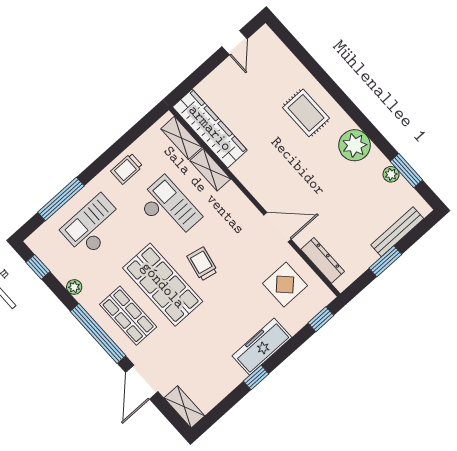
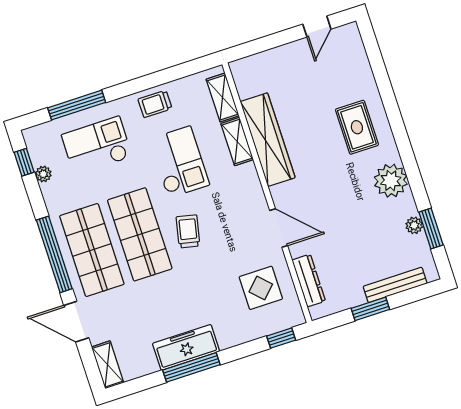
wardrobe: (210, 128) -> (268, 140), moved
plant: (74, 287) -> (43, 174), moved
shop shelf: (128, 316) -> (92, 250), width x1.43, depth x1.36
freezer: (262, 347) -> (186, 347), moved
window: (256, 378) -> (191, 367), width x2.17
door: (142, 382) -> (76, 322), hinge flipped

